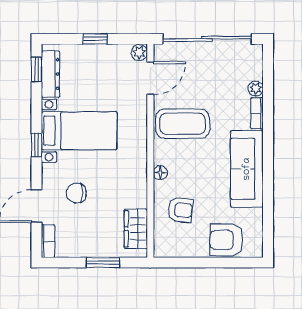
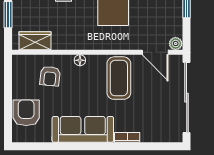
plant: (256, 89) -> (147, 136), removed

